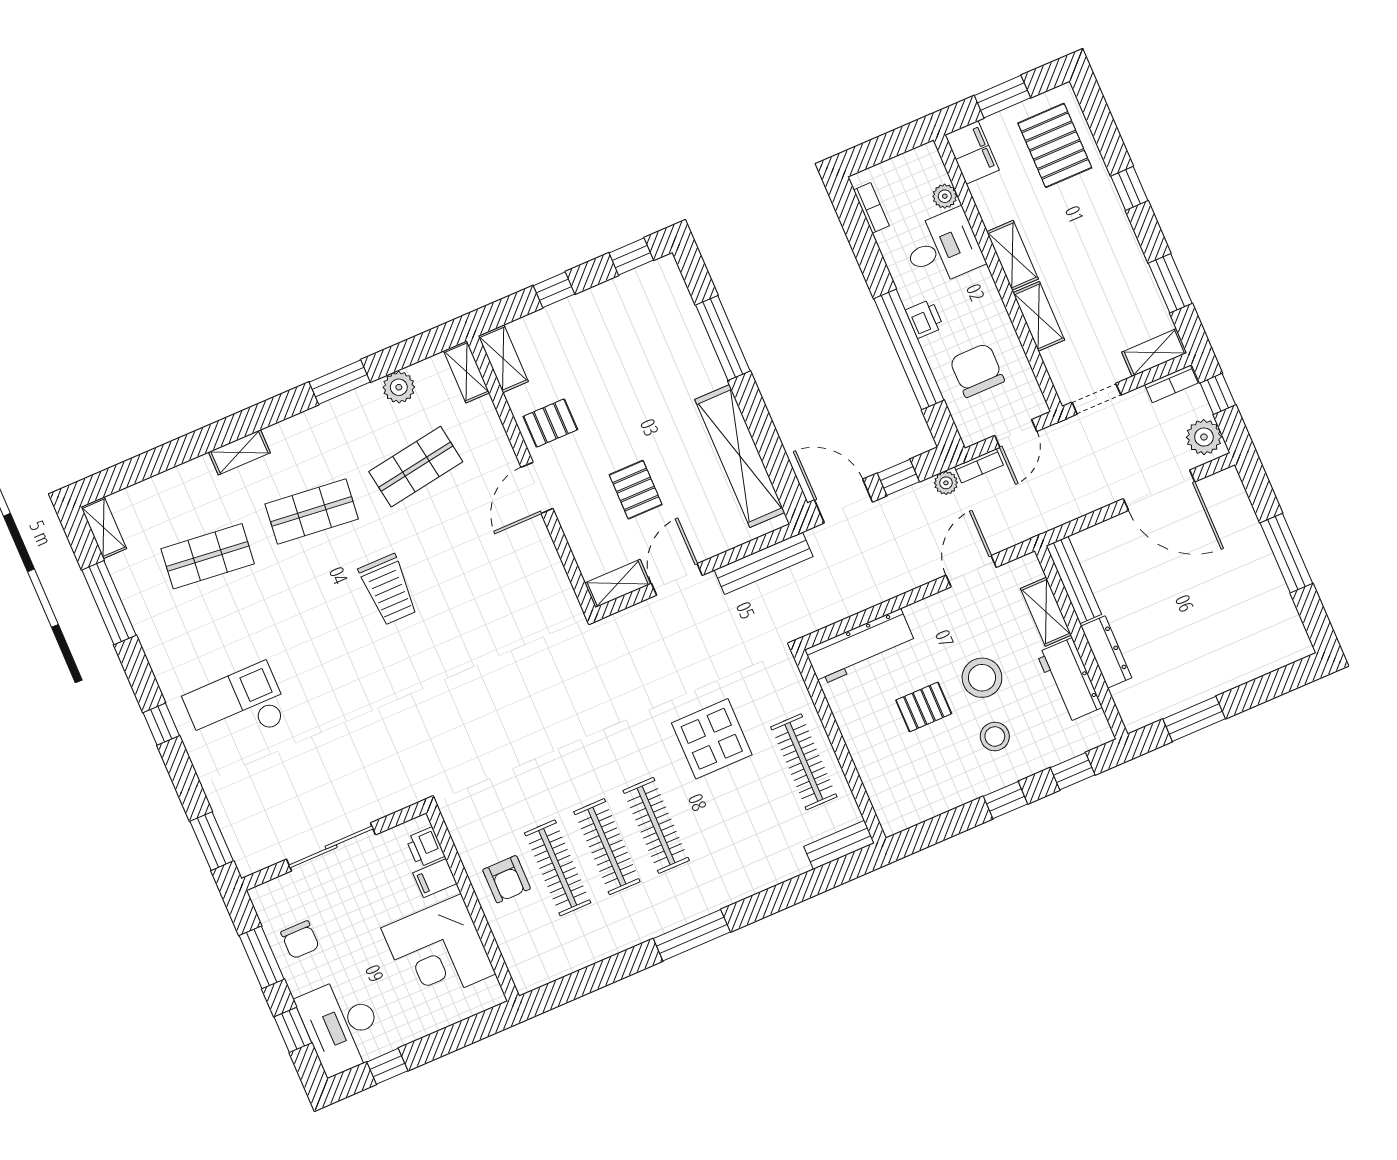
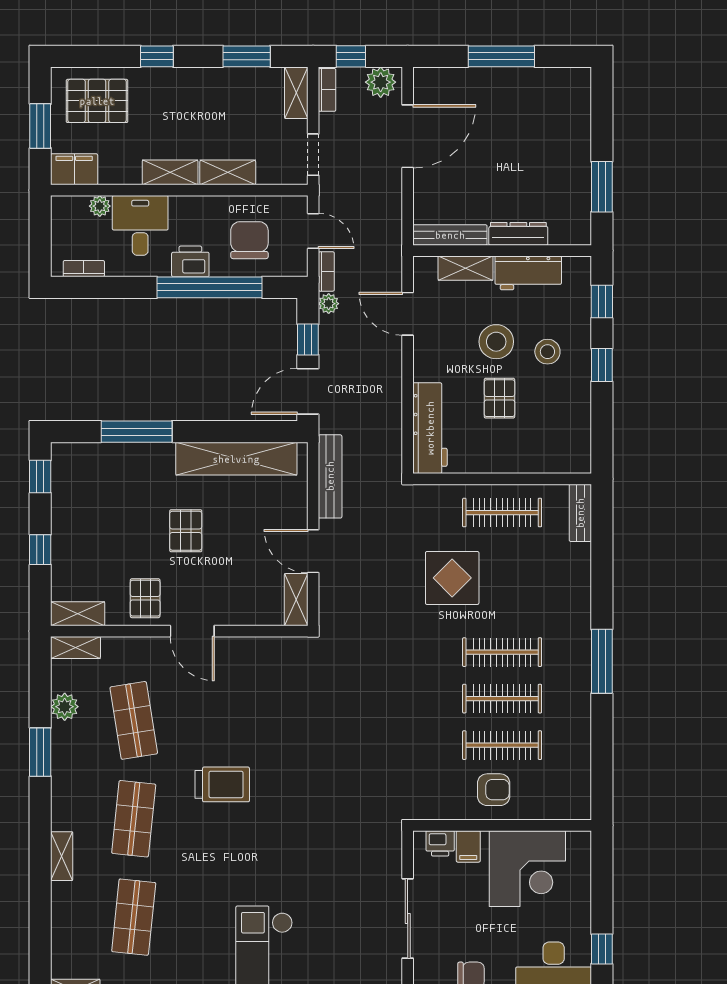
printer: (924, 319) -> (190, 261), width x1.36, depth x1.24
chair: (977, 370) -> (249, 240), turned 90
pallet: (636, 490) -> (186, 531), moved, turned 90

